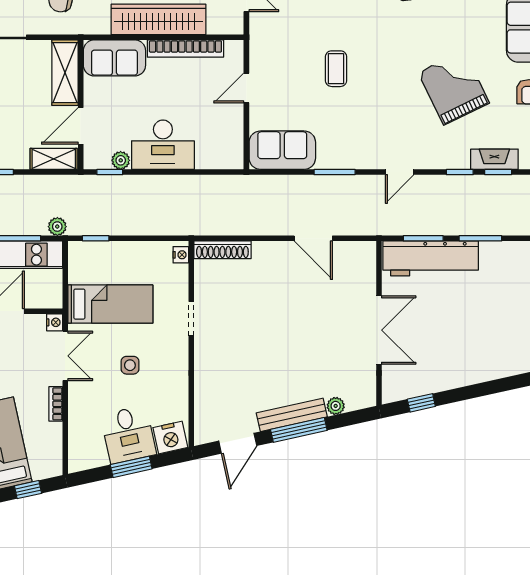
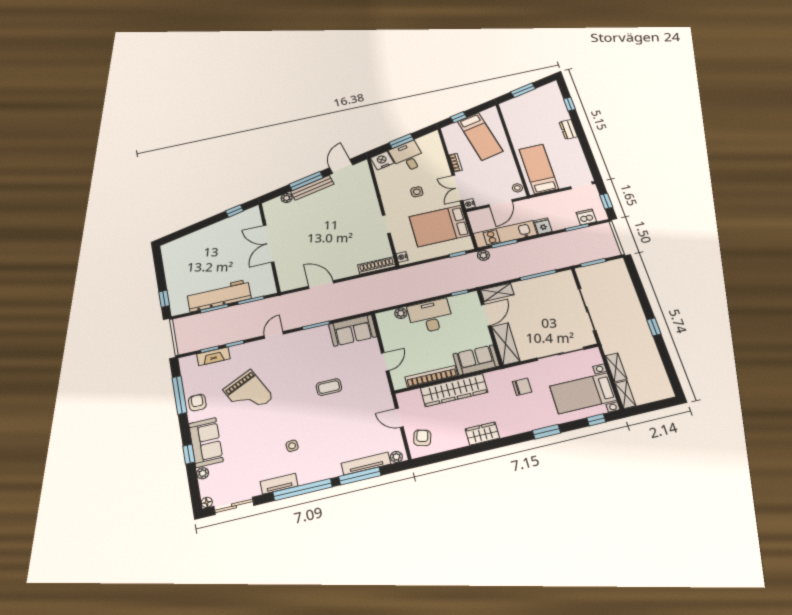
coffee table: (336, 69) -> (329, 387), turned 90
plant: (121, 160) -> (401, 313), moved
workbench: (431, 258) -> (219, 296), moved
bed: (110, 304) -> (440, 226), width x1.50

